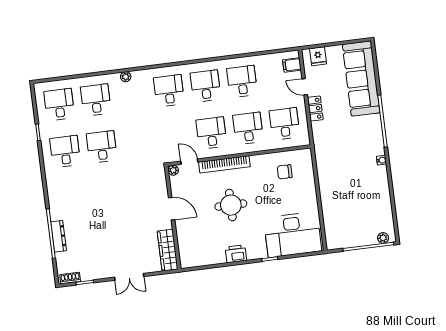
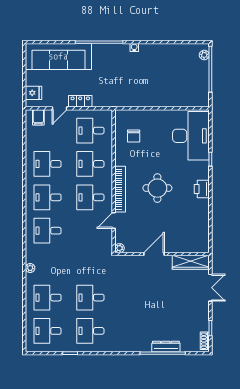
plant: (173, 170) -> (120, 248), moved
door: (172, 209) -> (154, 254), moved
wall: (173, 218) -> (162, 254), moved
wardrobe: (168, 250) -> (191, 262), moved

